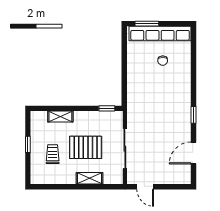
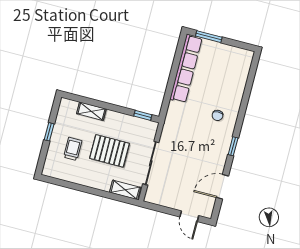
row of seats: (160, 34) -> (186, 69), moved, turned -90
chair: (163, 61) -> (218, 115), moved
shelving: (90, 178) -> (125, 190), moved
door: (145, 187) -> (189, 216), moved

